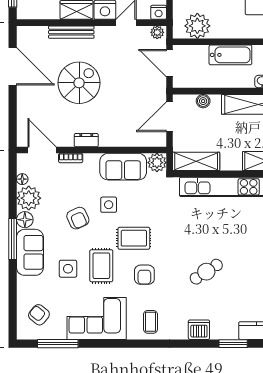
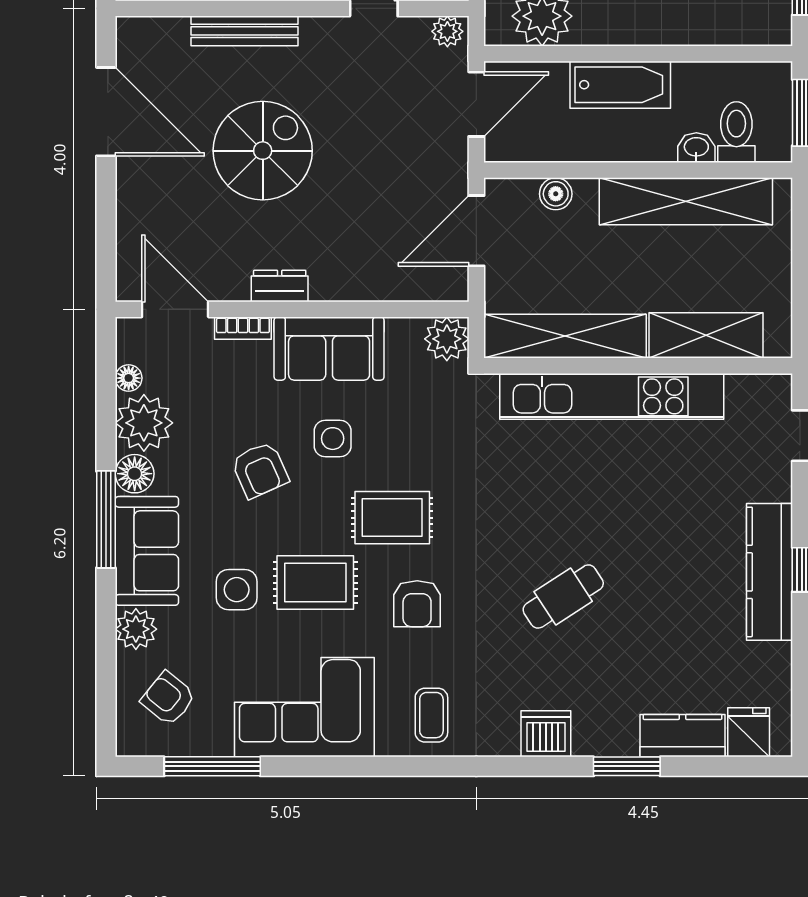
door: (170, 63) -> (476, 104), swing flipped
shelving: (196, 161) -> (565, 336), width x1.47
sofa: (123, 167) -> (329, 349), moved
rug: (101, 266) -> (315, 583), turned 90
plant: (25, 285) -> (136, 629), added

